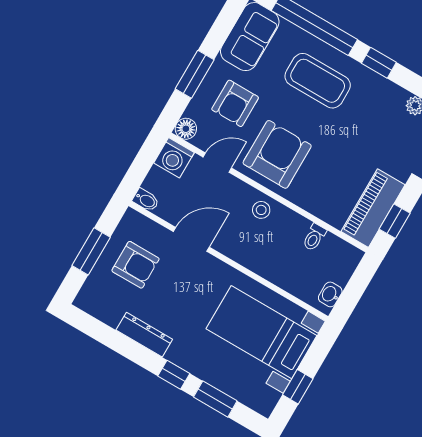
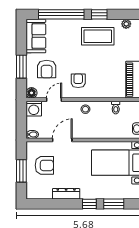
coffee table: (318, 81) -> (98, 36), moved
armchair: (277, 154) -> (78, 81), width x0.53, depth x0.53

